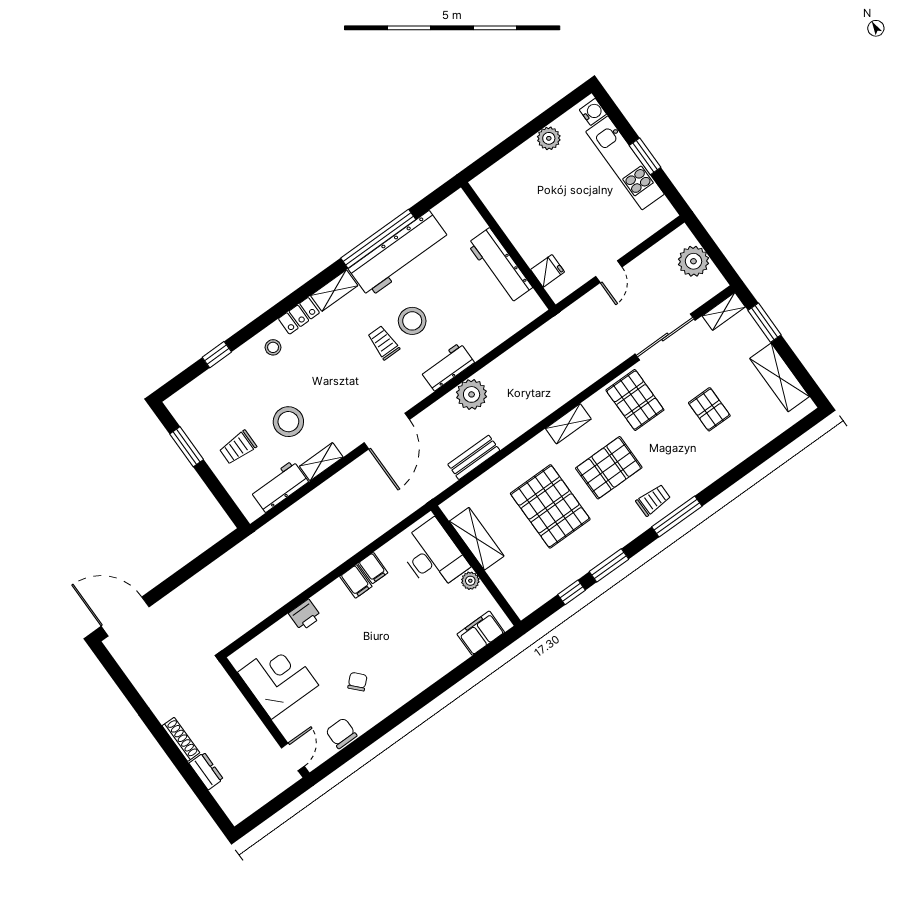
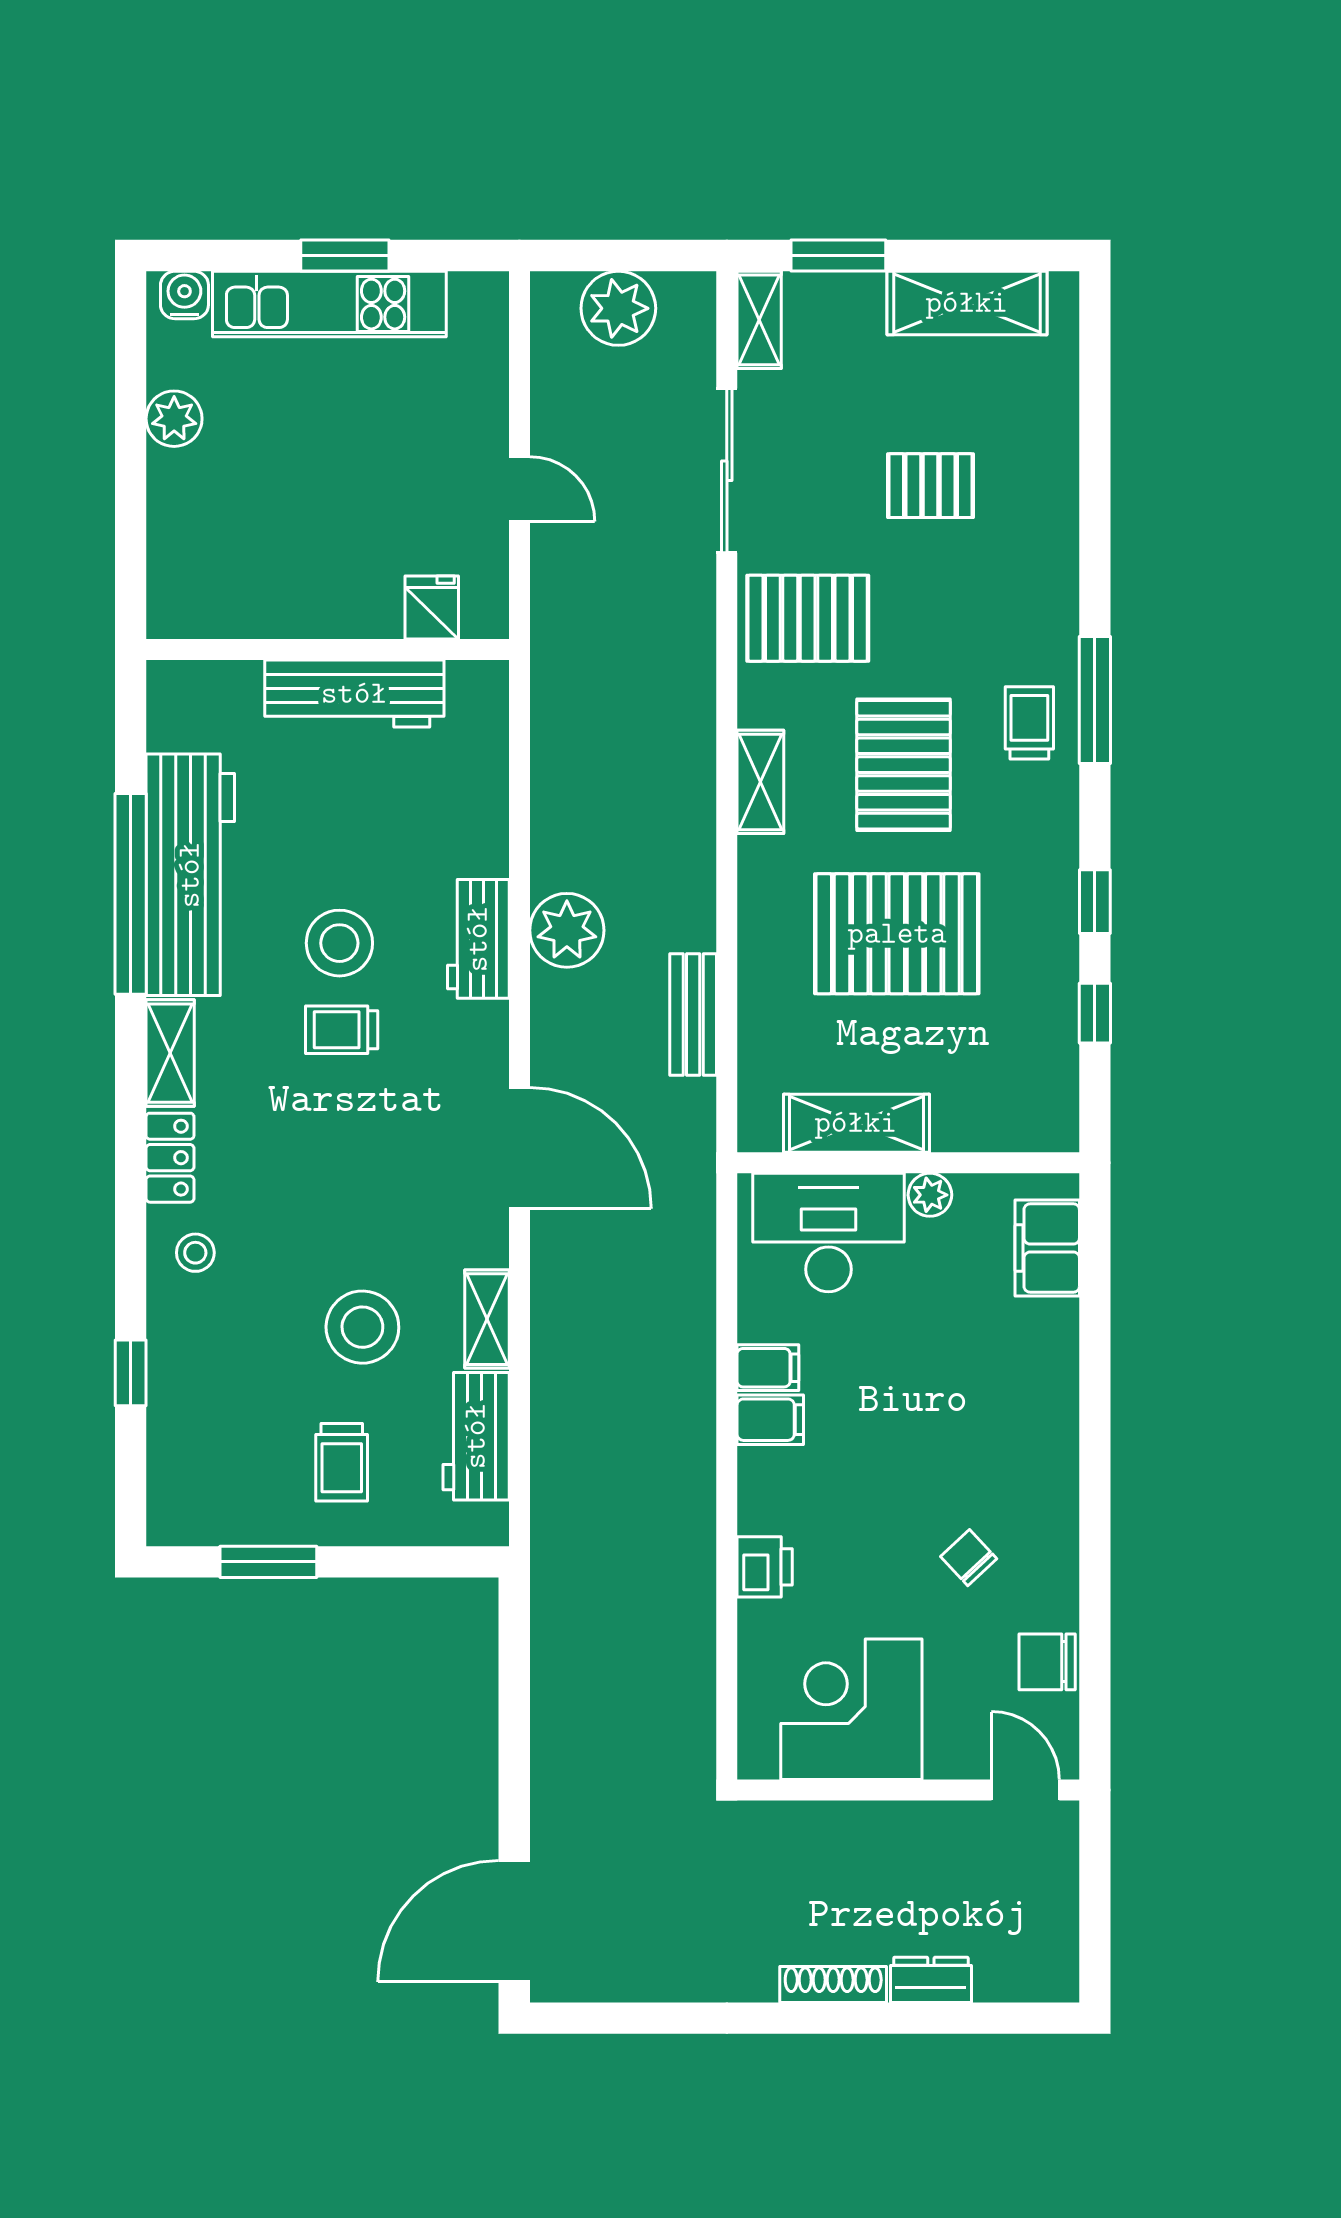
window: (609, 565) -> (1095, 902), width x0.67

